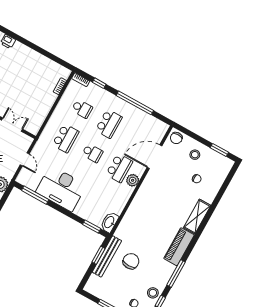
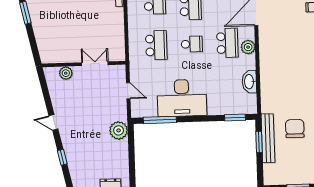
washbasin: (109, 222) -> (249, 82), moved

